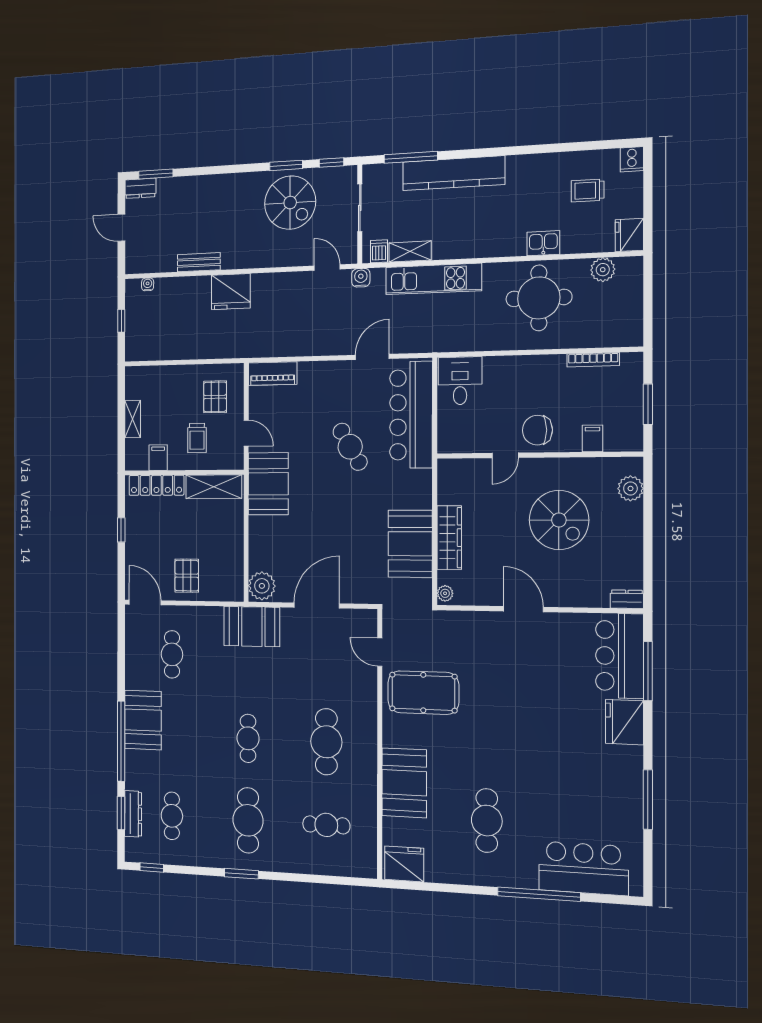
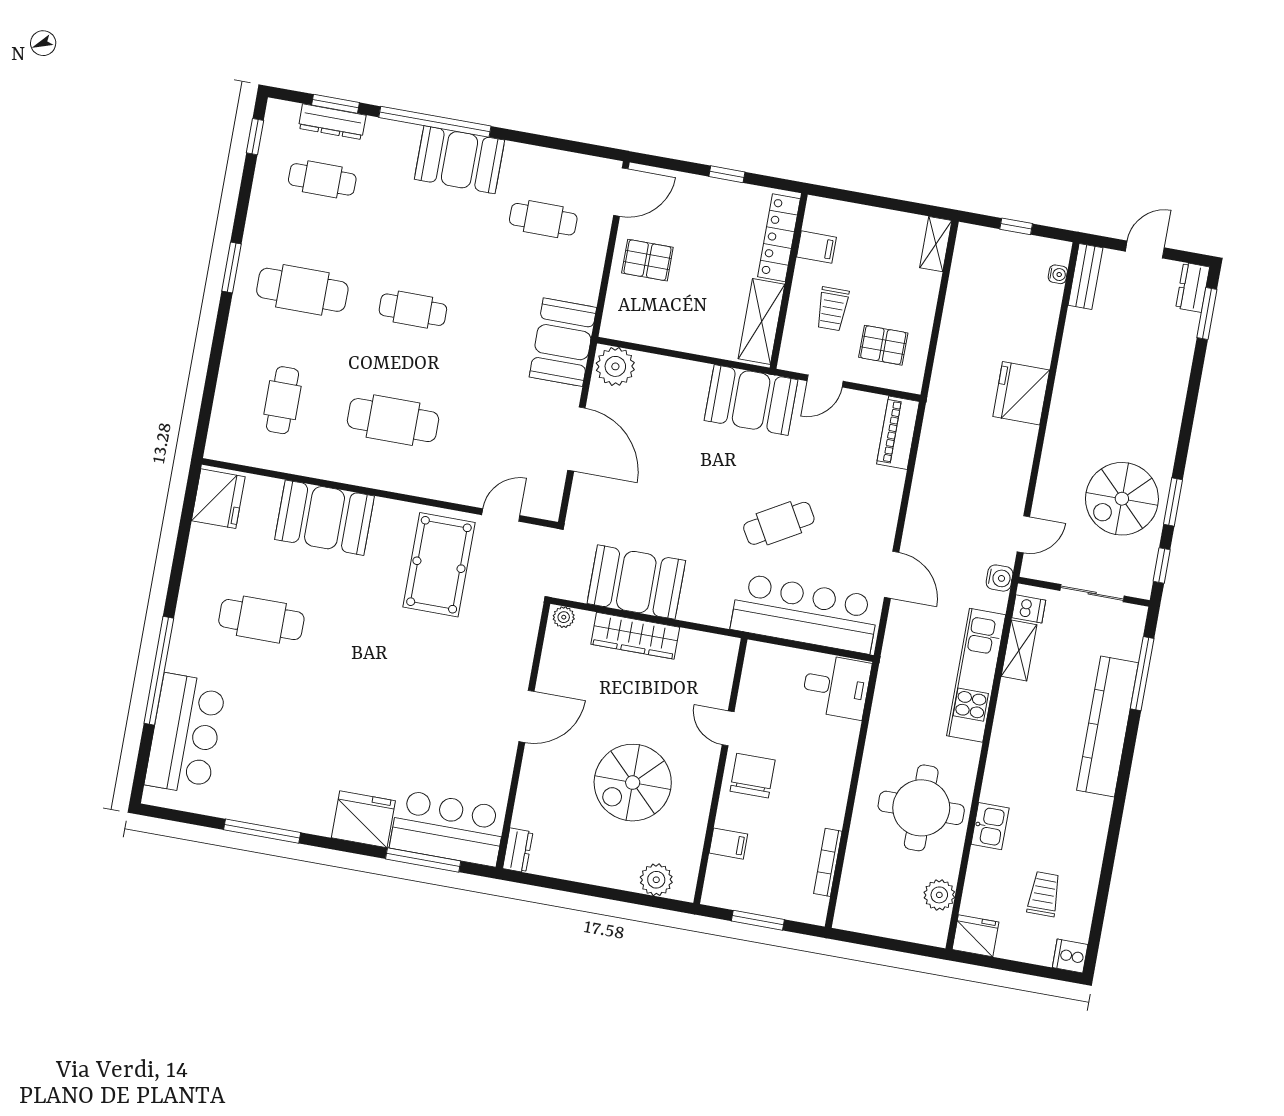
bench: (199, 262) -> (1085, 276), moved
shelving: (133, 419) -> (936, 244), moved, turned 90
trolley: (197, 438) -> (832, 309), turned -90

